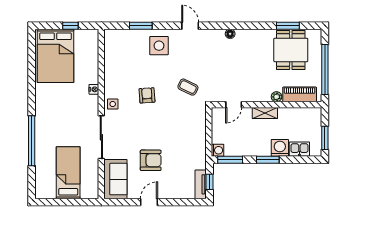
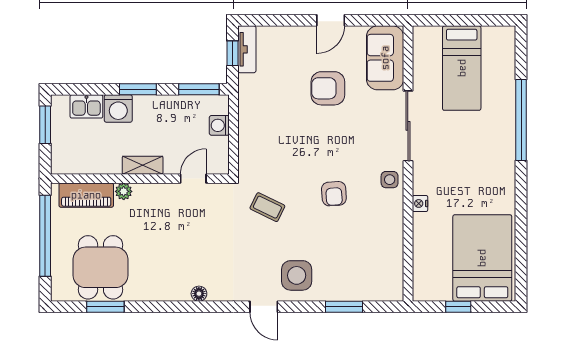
side table: (159, 46) -> (297, 275), moved
washing machine: (218, 150) -> (219, 125), moved

